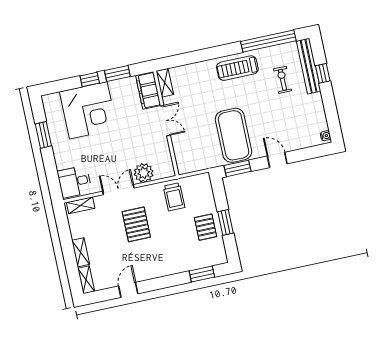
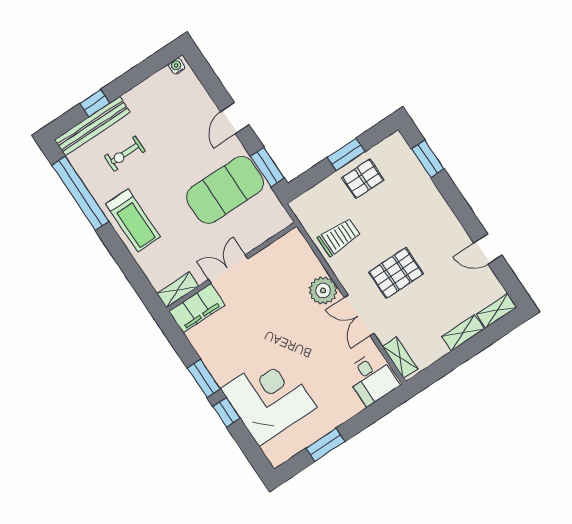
shelving: (165, 83) -> (178, 290), moved
filing cabinet: (148, 90) -> (197, 308), moved
double door: (165, 121) -> (228, 269), moved
wall: (166, 123) -> (232, 267), moved

